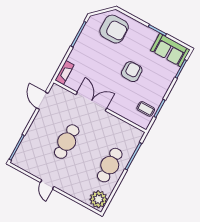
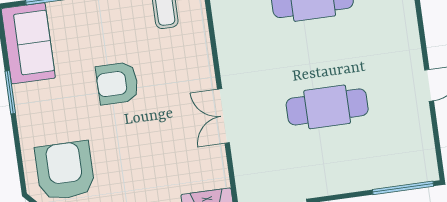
double door: (91, 101) -> (223, 116), width x0.73

